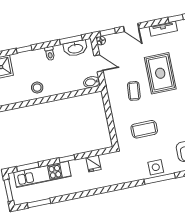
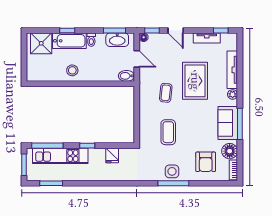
bathtub: (28, 59) -> (69, 41), added
coffee table: (144, 129) -> (168, 132), turned 90
window: (28, 167) -> (47, 146), width x1.44

